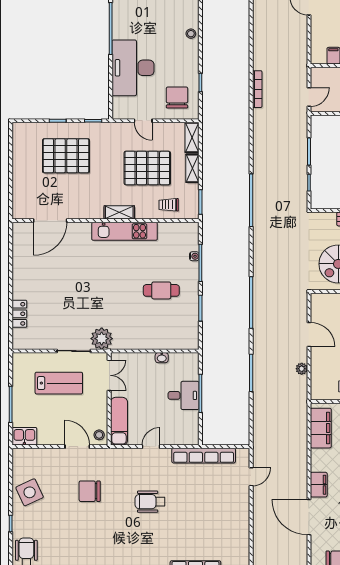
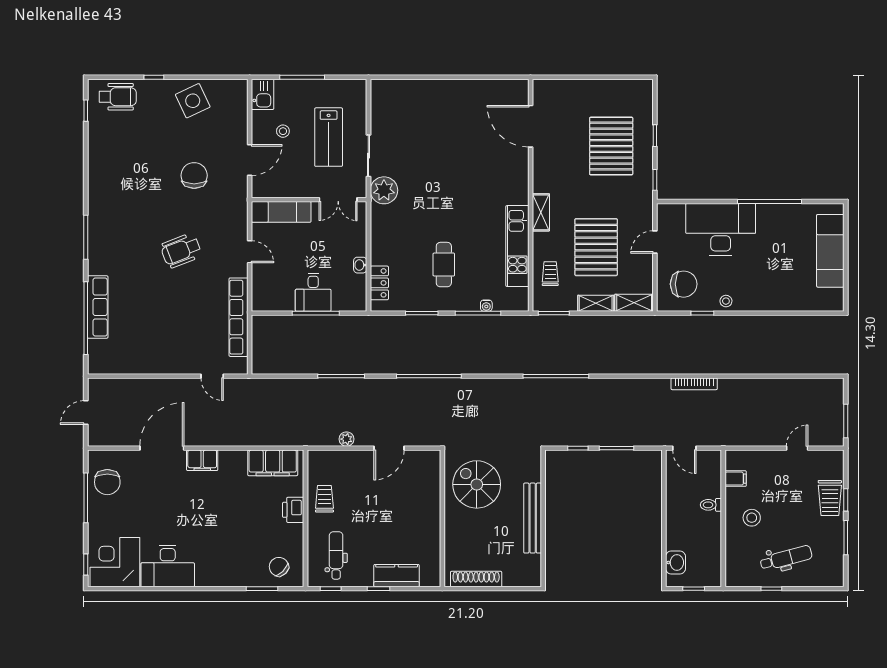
stool: (191, 34) -> (726, 301), moved
kitchen unit: (124, 231) -> (517, 246), moved
locker: (19, 314) -> (379, 283), moved, turned -90
stool: (99, 435) -> (283, 131), moved
wheelchair: (150, 502) -> (181, 250), turned -111

